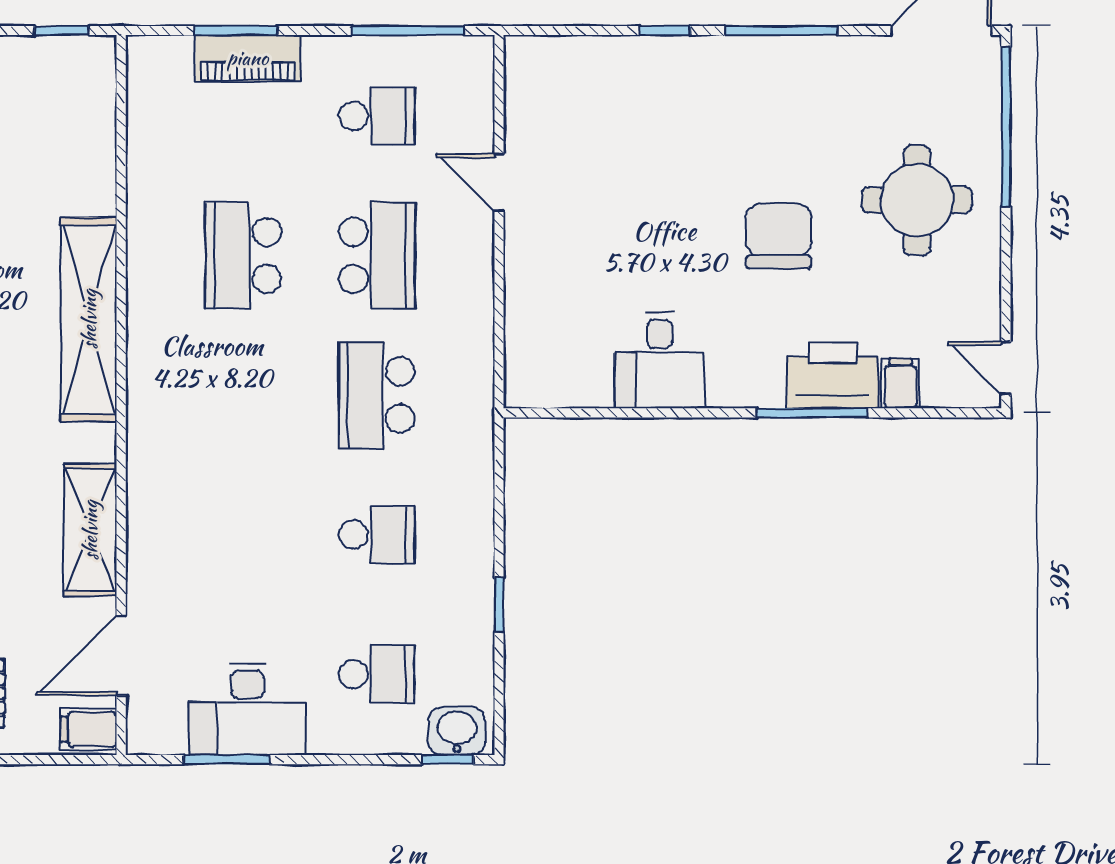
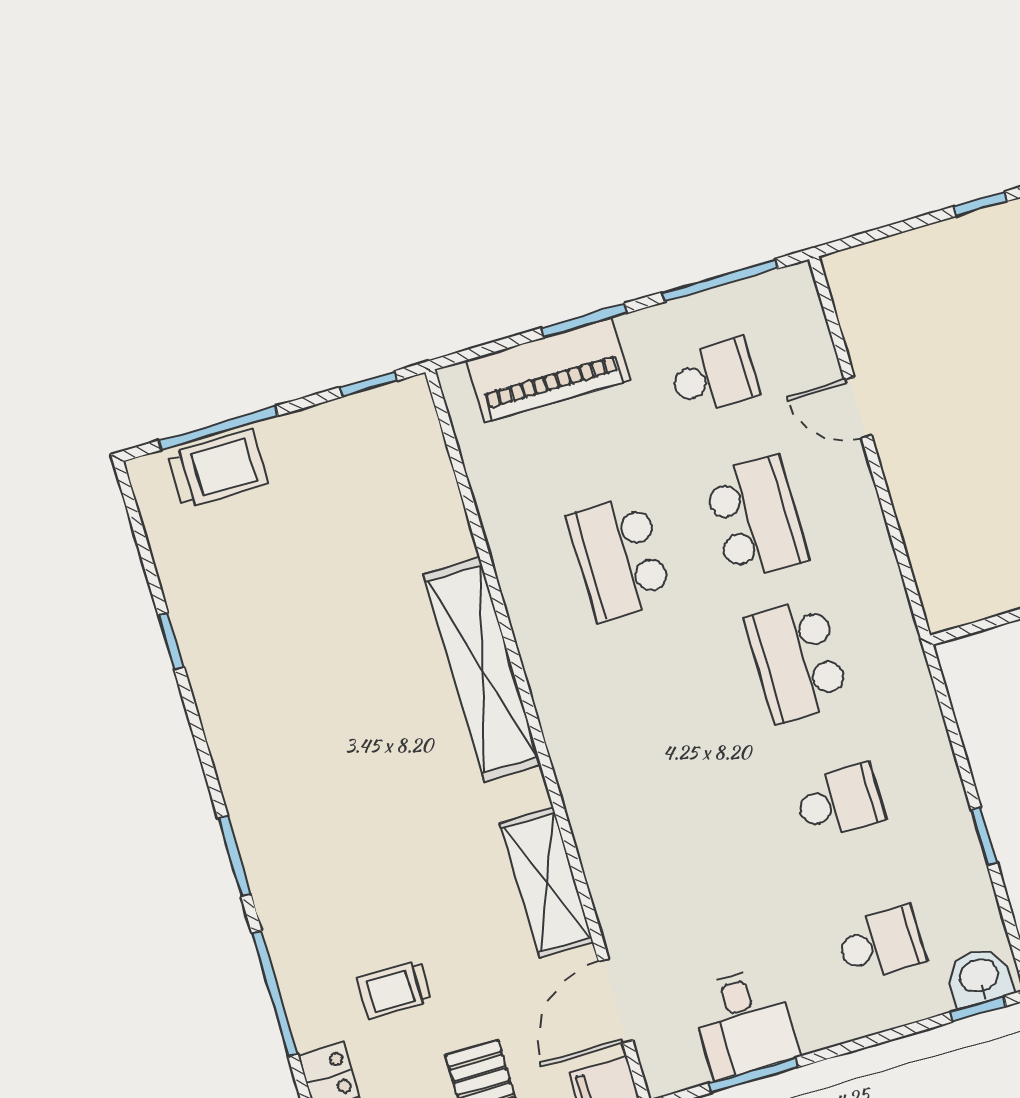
window: (236, 30) -> (584, 320), moved
piano: (248, 58) -> (548, 370), width x1.37, depth x1.33
desk: (247, 709) -> (744, 1022), width x0.73

